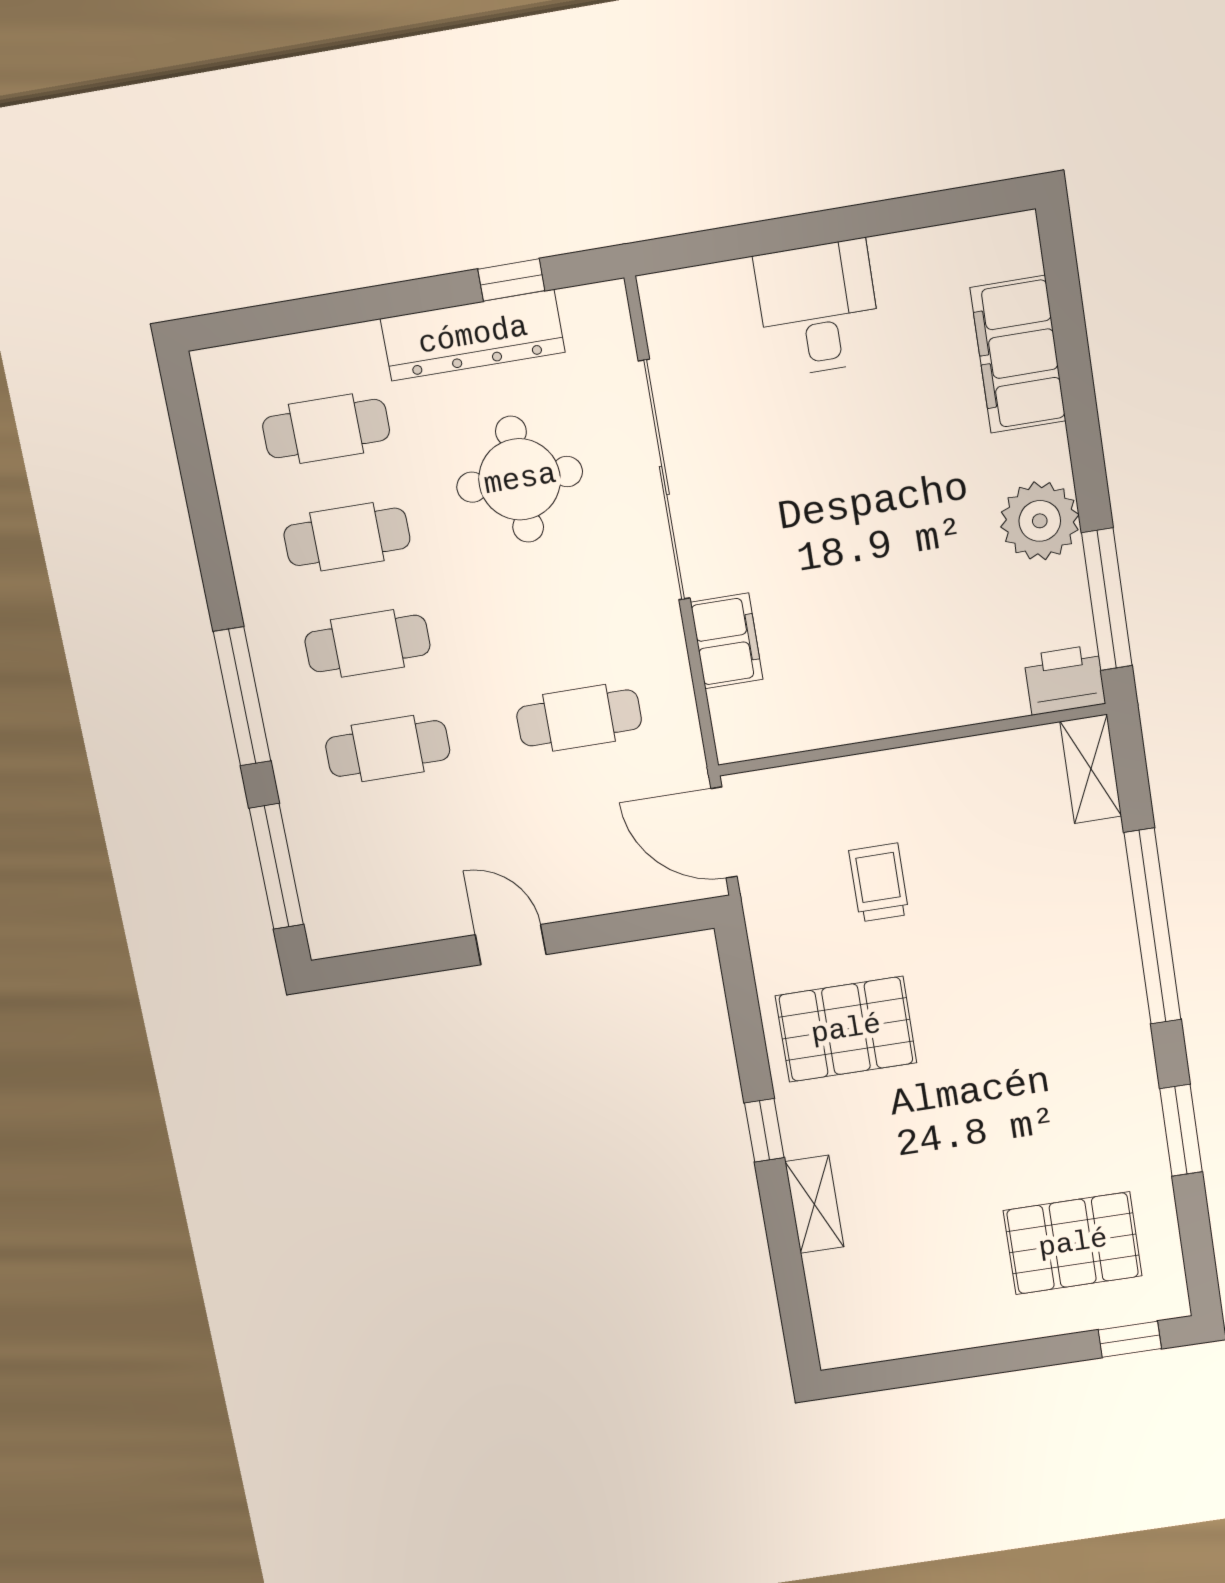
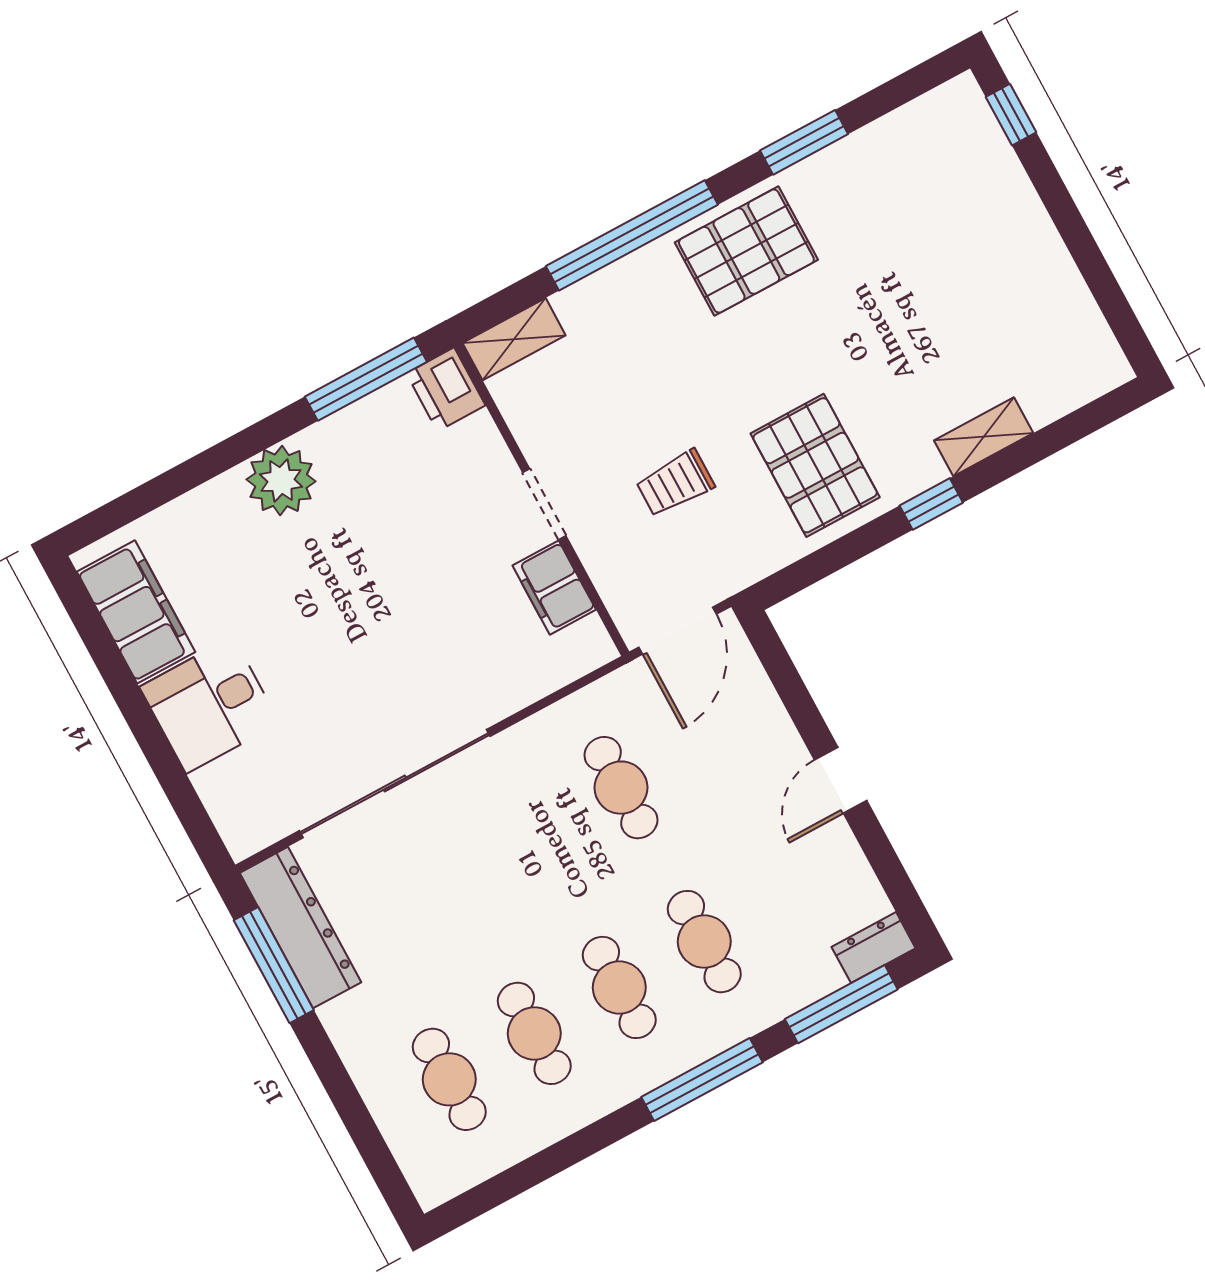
window: (511, 280) -> (274, 965), width x2.17
dresser: (473, 335) -> (300, 928), moved
filing cabinet: (1018, 354) -> (136, 612), moved, turned -90
round table: (520, 479) -> (436, 905), removed
plant: (1040, 521) -> (281, 480), moved
filing cabinet: (727, 641) -> (554, 588), moved, turned -90
doorway: (906, 741) -> (544, 504), added
dresser: (325, 919) -> (874, 948), added
pallet: (1073, 1243) -> (746, 251), moved, turned 90

